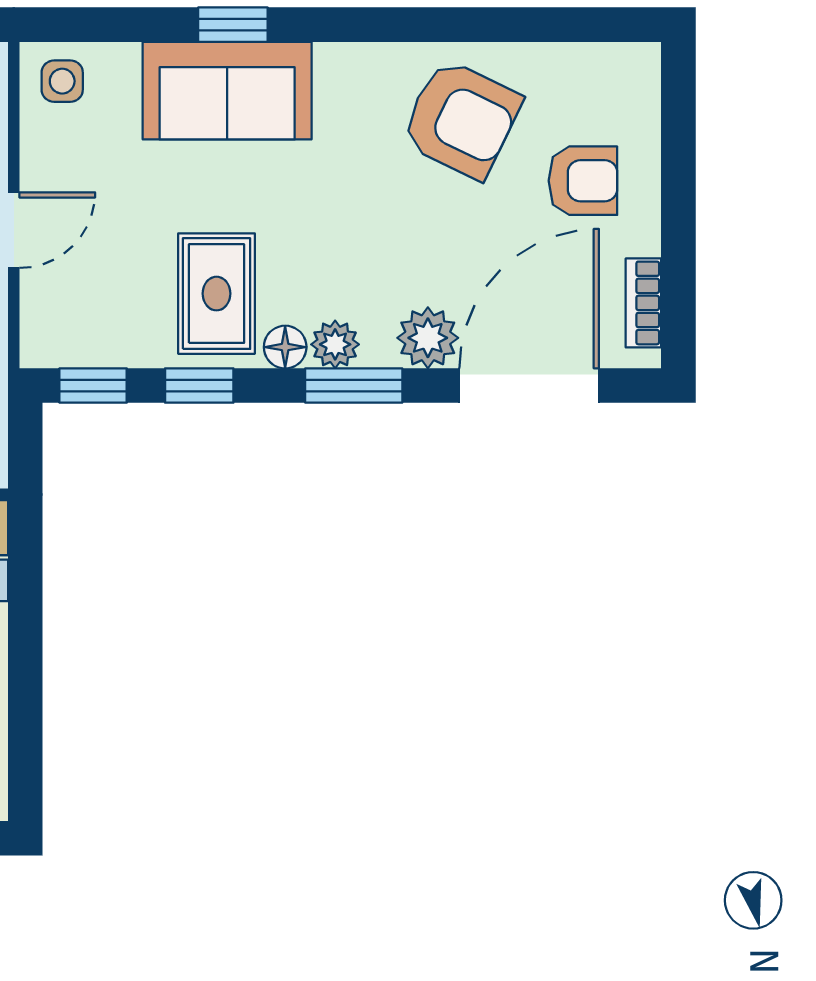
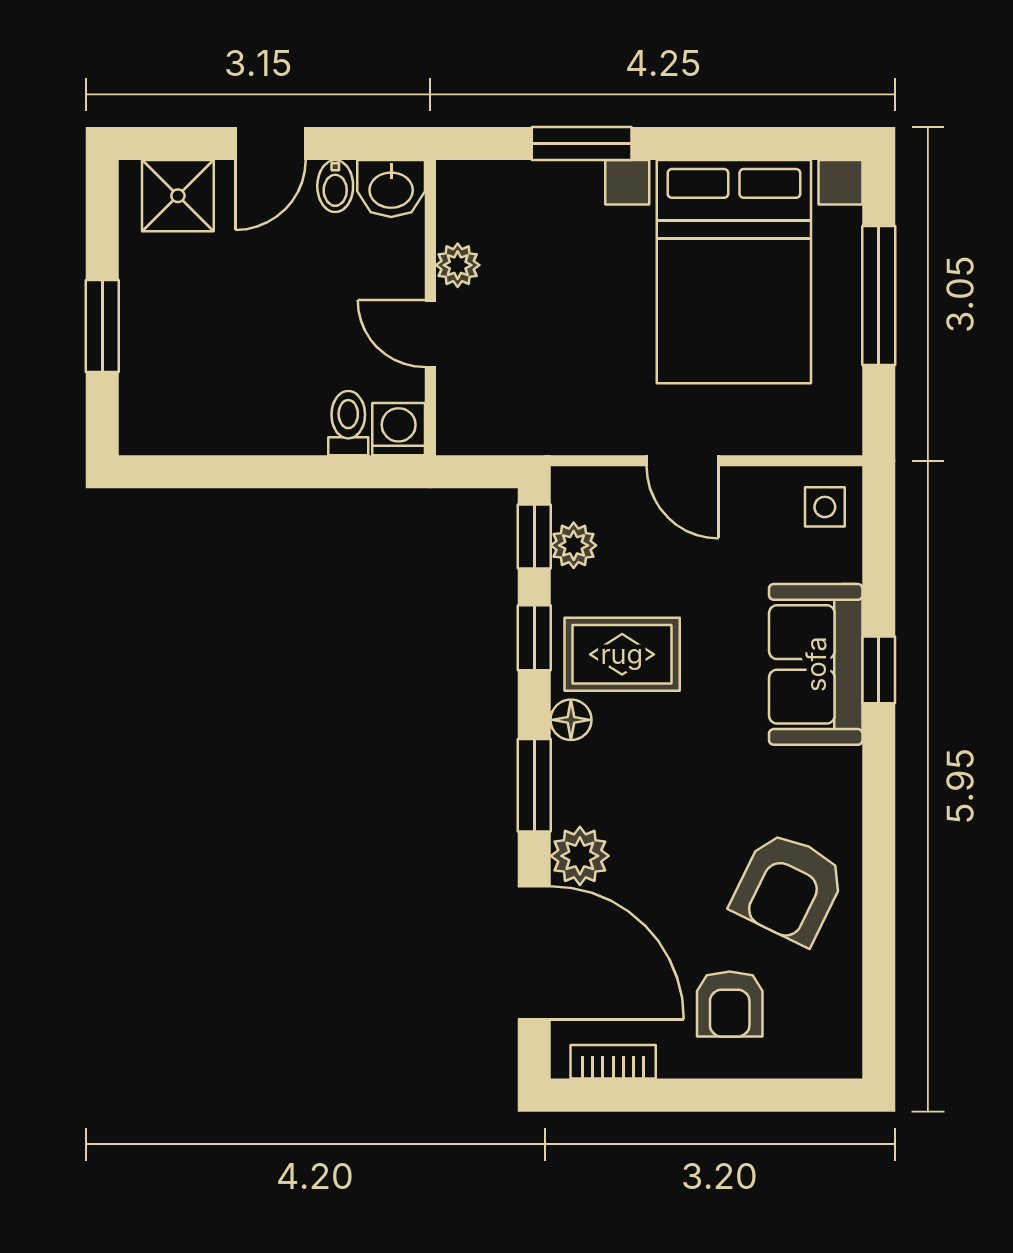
plant: (335, 344) -> (574, 545), moved

